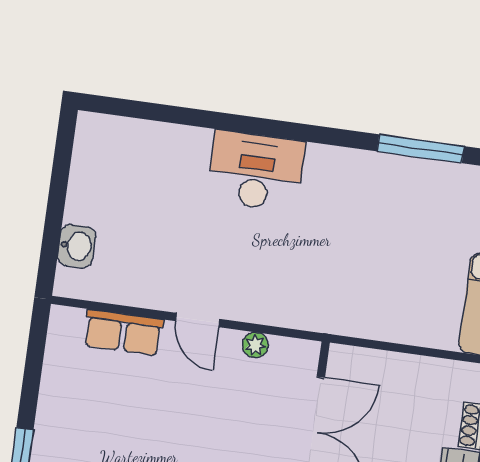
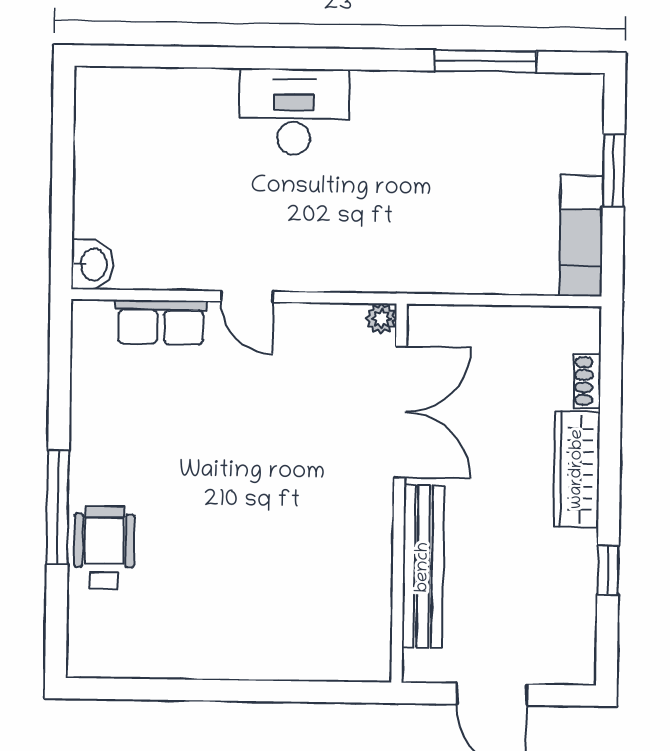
washbasin: (77, 246) -> (93, 265), moved
plant: (255, 345) -> (381, 319), moved

